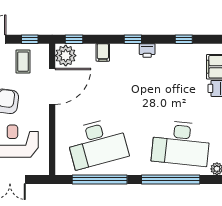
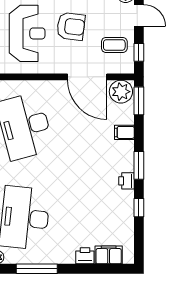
window: (74, 39) -> (139, 101), width x1.50
window: (133, 39) -> (139, 165), width x1.50
window: (184, 39) -> (139, 208), moved

